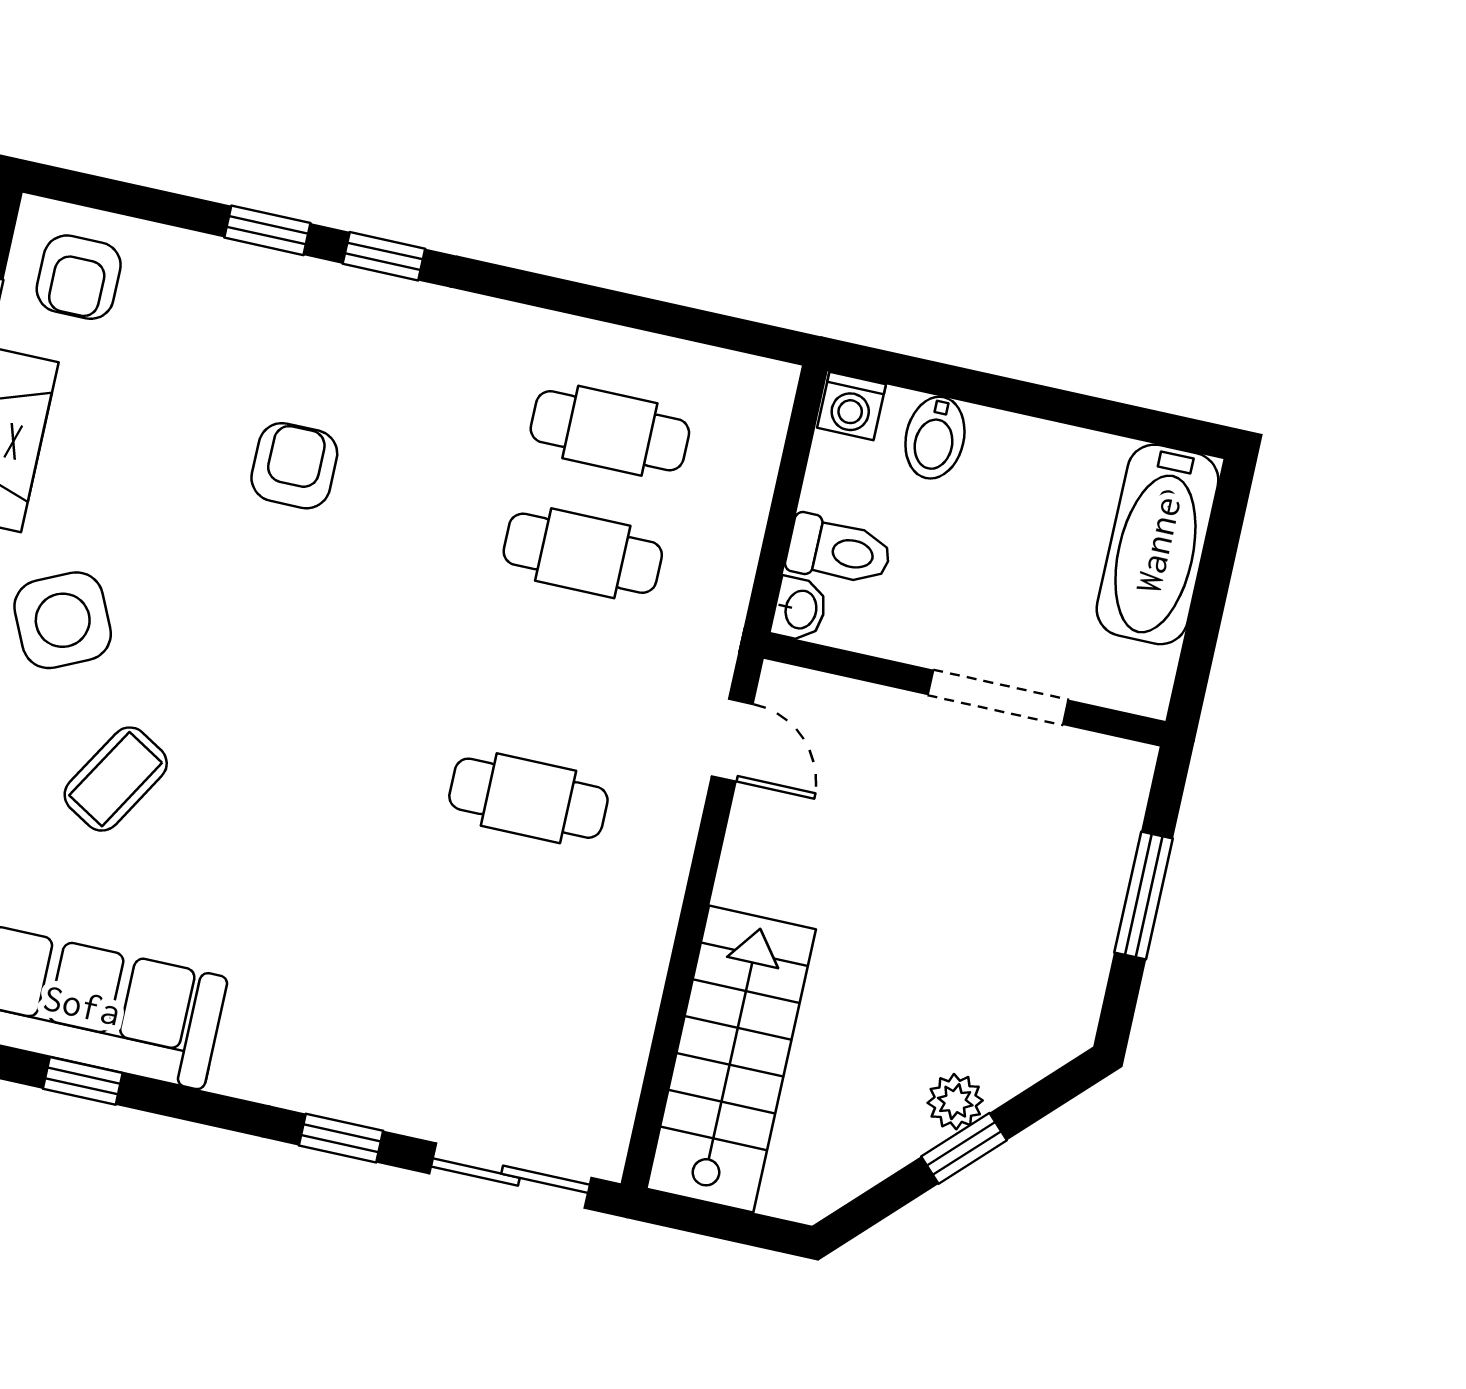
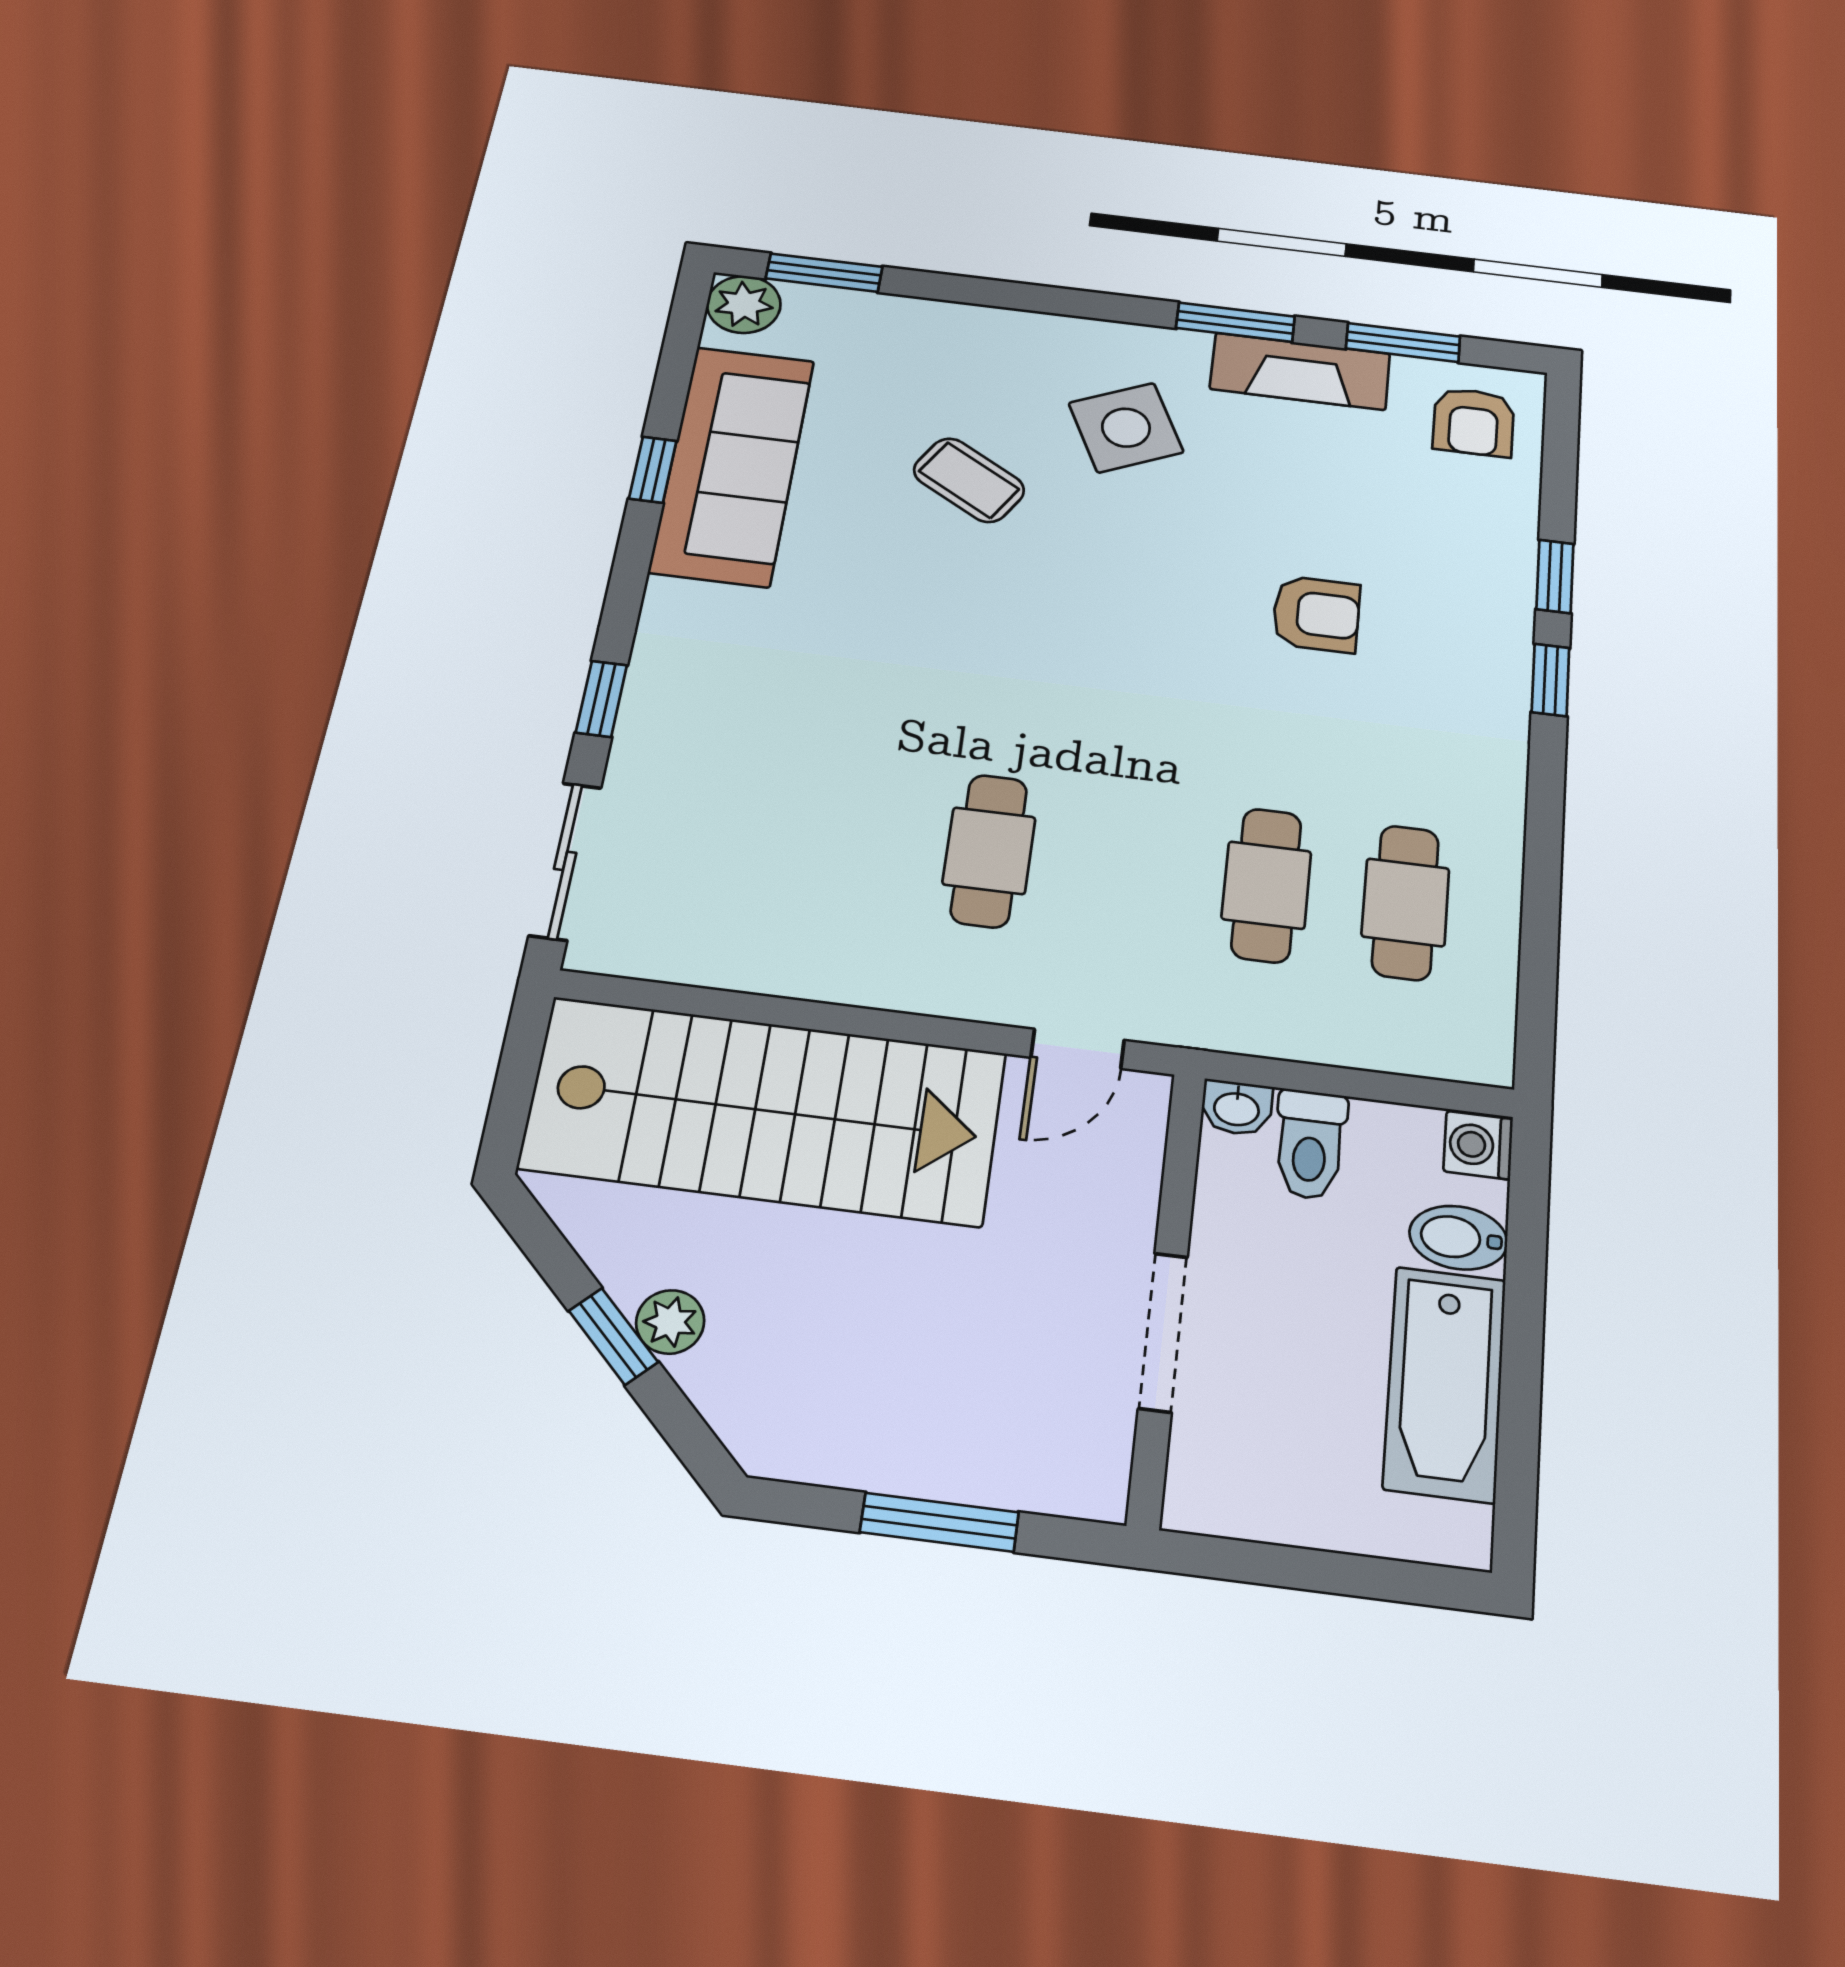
armchair: (79, 277) -> (1473, 422), turned -90
bathtub: (1158, 544) -> (1445, 1383), moved, turned -90
stairs: (731, 1059) -> (764, 1110), width x1.36, depth x1.51

